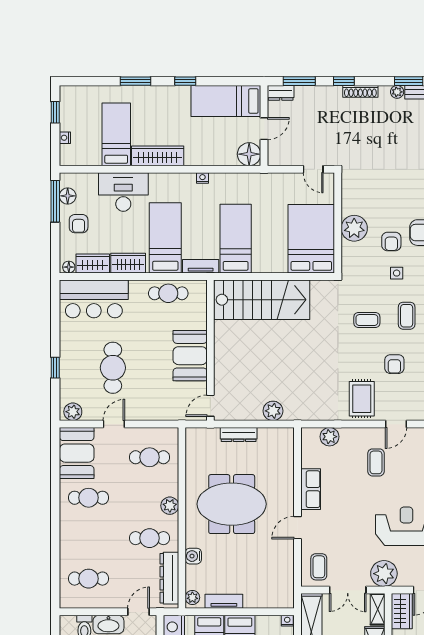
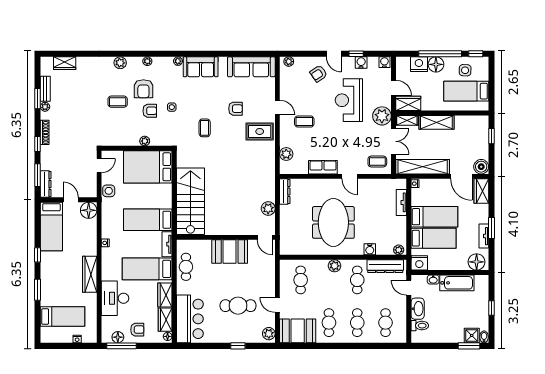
dresser: (281, 93) -> (46, 184), width x1.44
window: (55, 112) -> (59, 346), removed
bed: (116, 134) -> (62, 316), moved, turned 180
side table: (277, 183) -> (109, 191), added
plant: (354, 228) -> (145, 141), width x0.53, depth x0.53
coffee table: (407, 316) -> (118, 102), moved
plant: (273, 411) -> (268, 209), moved
dresser: (239, 435) -> (285, 192), moved
cafe table: (89, 538) -> (357, 323), added
tv unit: (224, 601) -> (401, 202), moved

